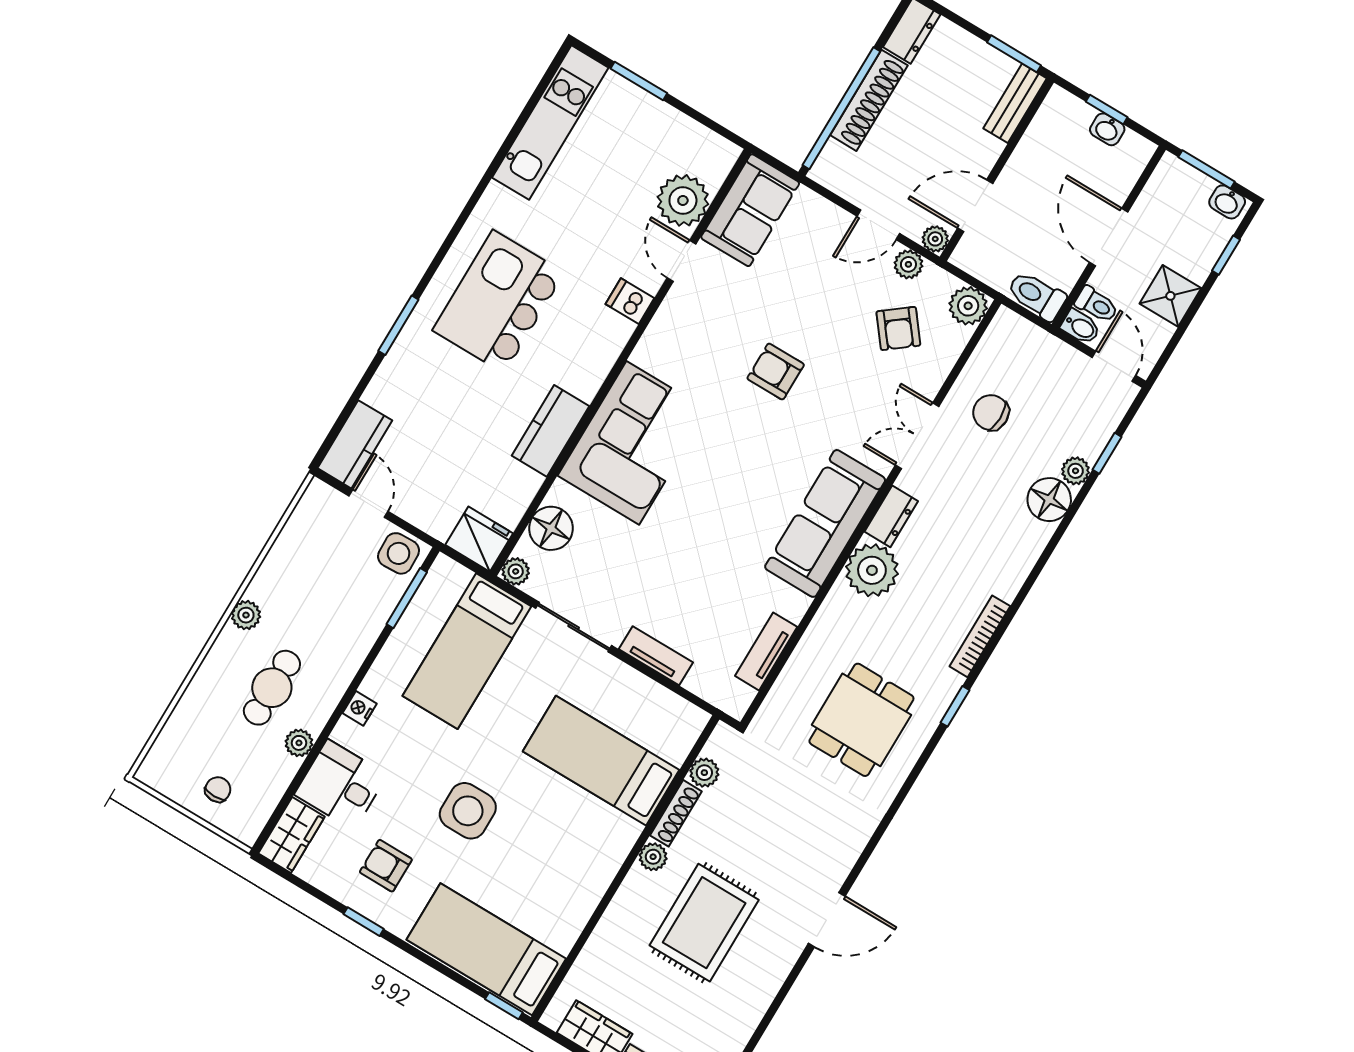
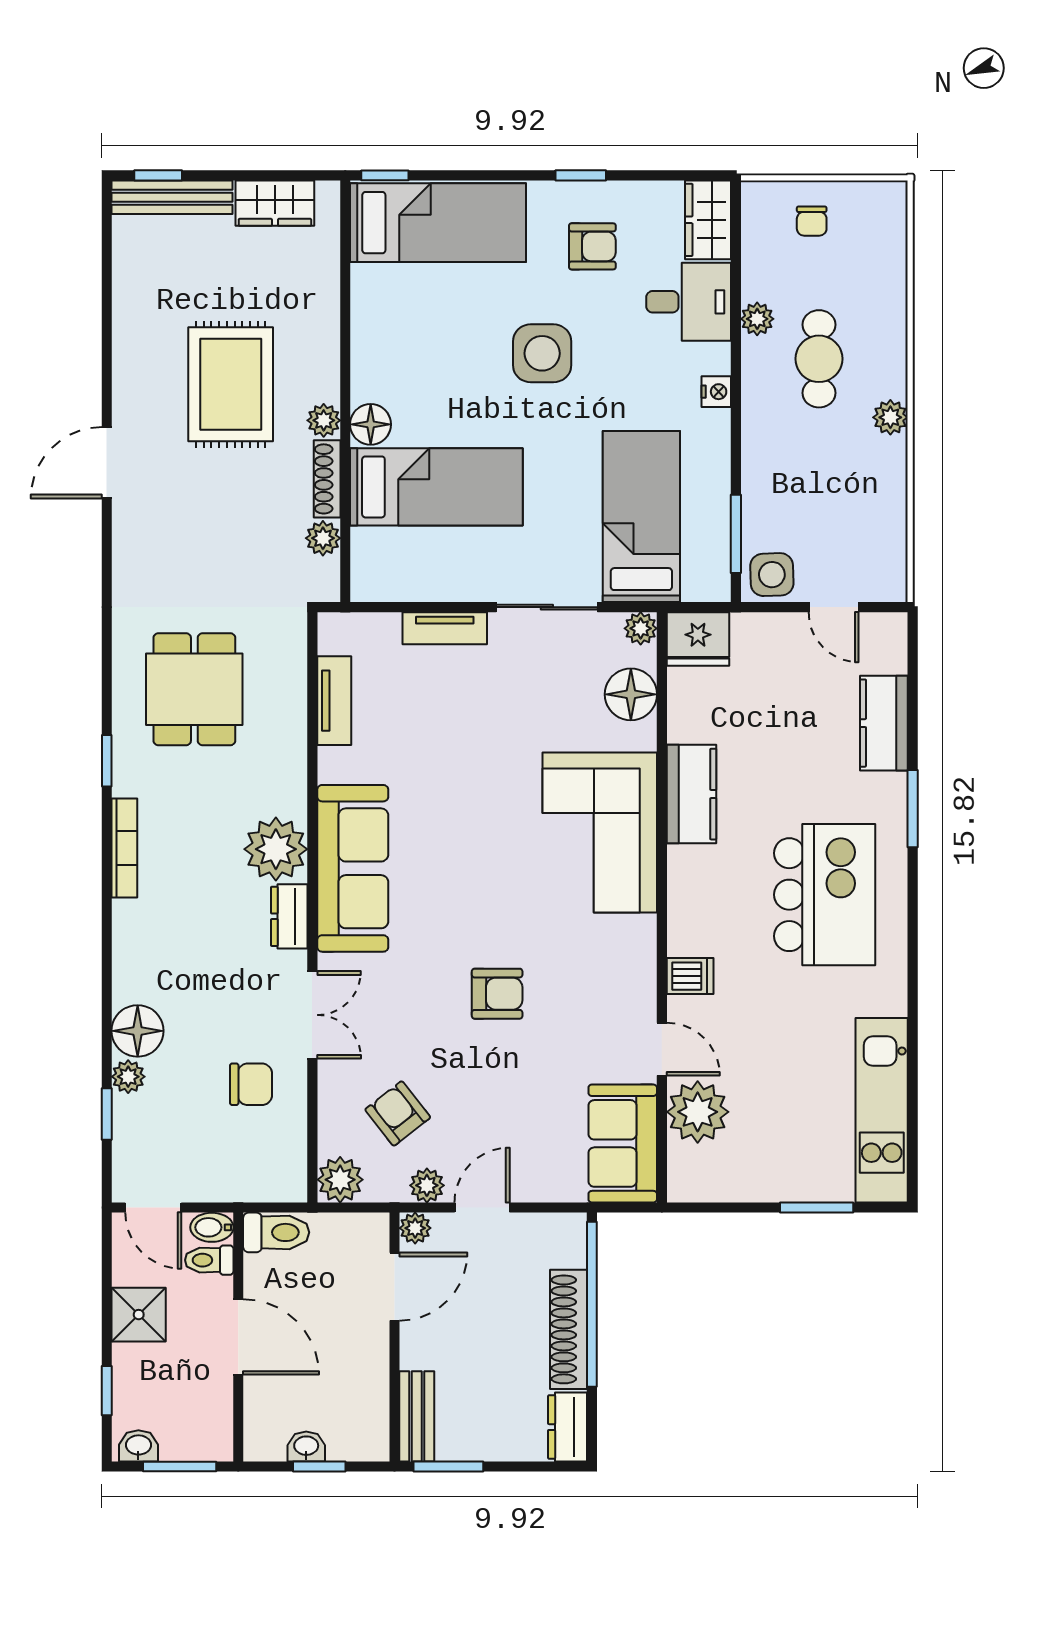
kitchen counter: (355, 444) -> (884, 723), moved
floor lamp: (621, 834) -> (371, 424), added

